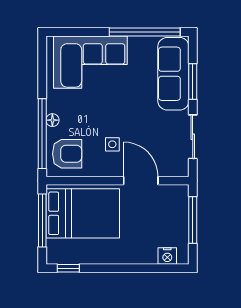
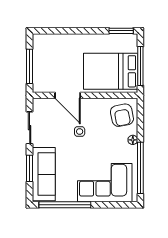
window: (42, 134) -> (140, 168), moved
side table: (112, 144) -> (80, 132), moved
armchair: (67, 154) -> (122, 115), turned -101
nightstand: (167, 256) -> (48, 40), removed
window: (68, 268) -> (121, 31), width x1.50

